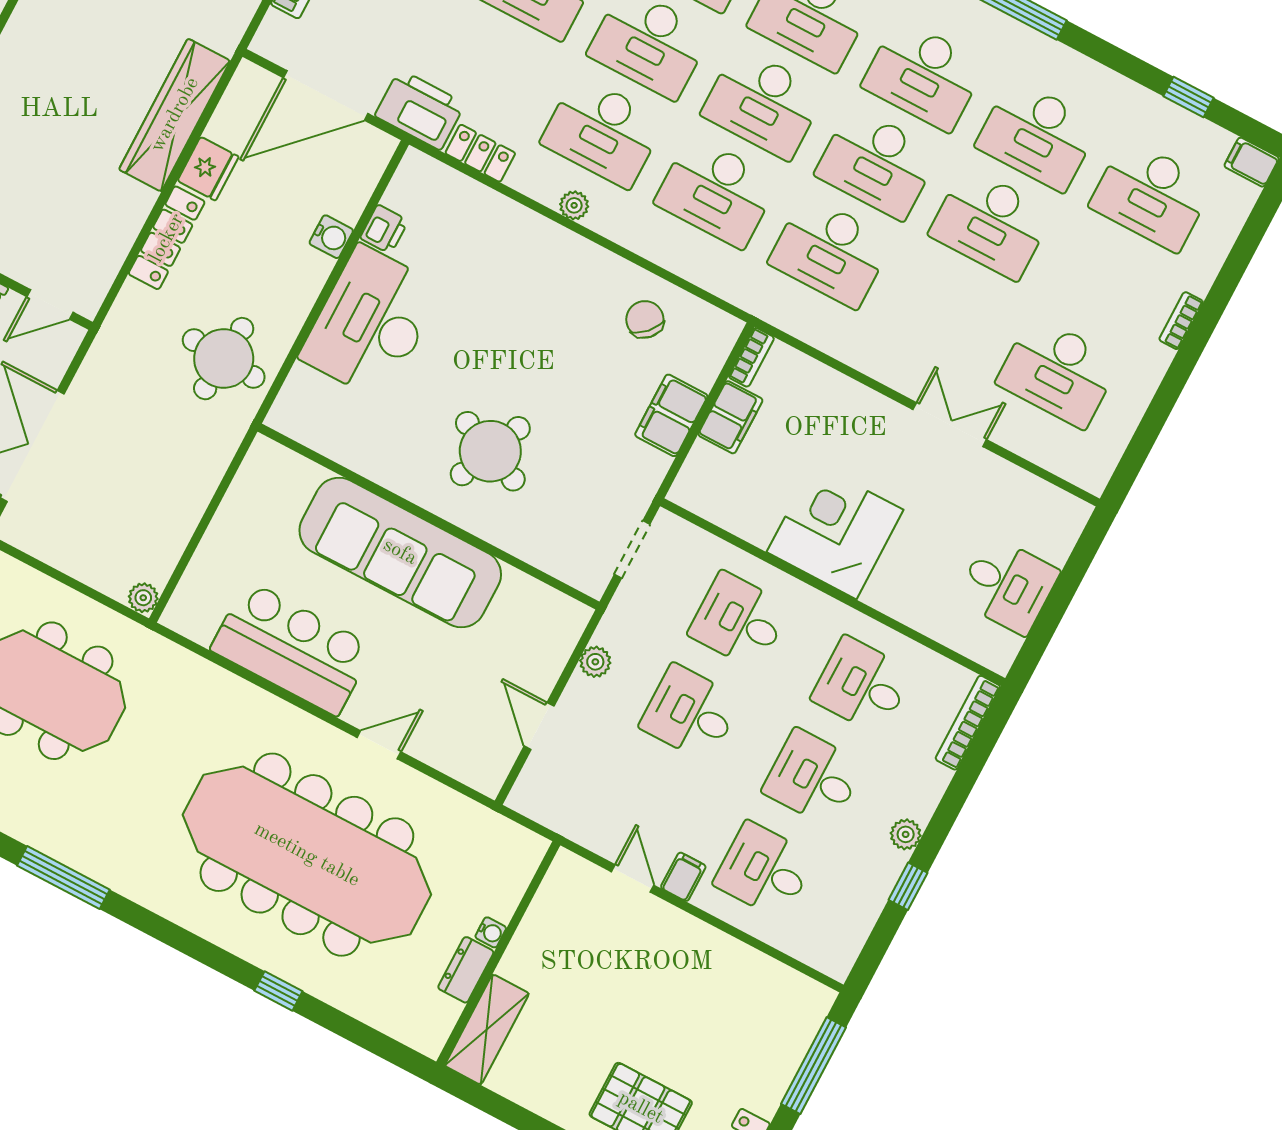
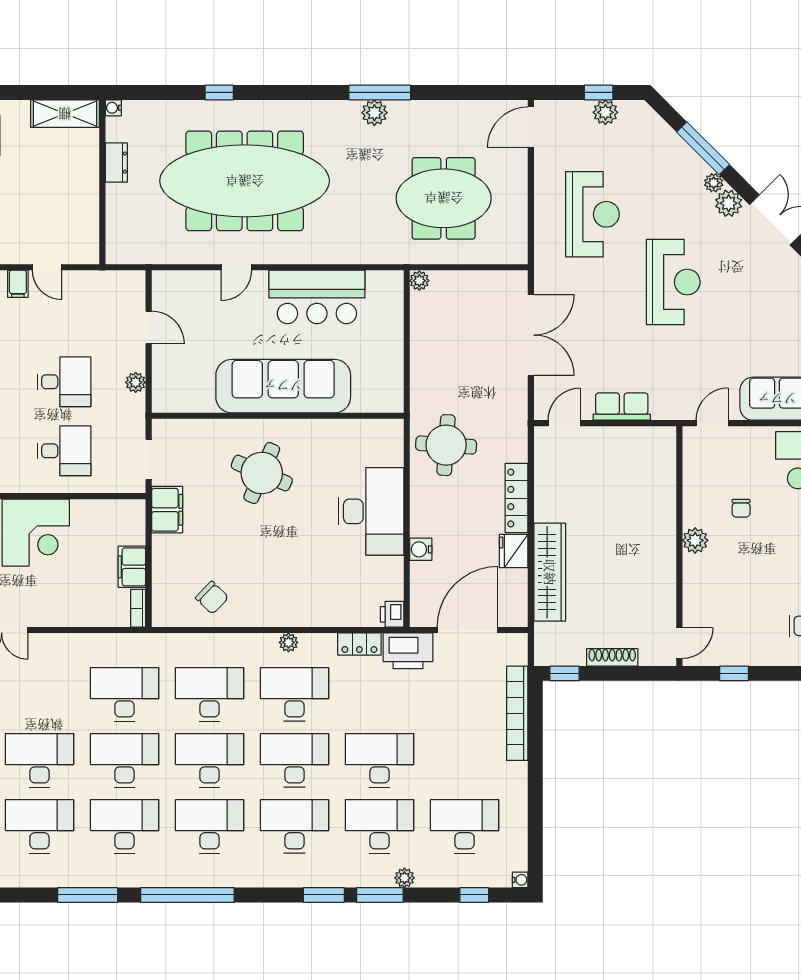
printer: (384, 229) -> (392, 614), moved
filing cabinet: (671, 415) -> (167, 510), moved
plant: (85, 854) -> (374, 113), added
water cooler: (491, 932) -> (113, 108), moved
shelving: (487, 1029) -> (65, 114), moved, turned 90

